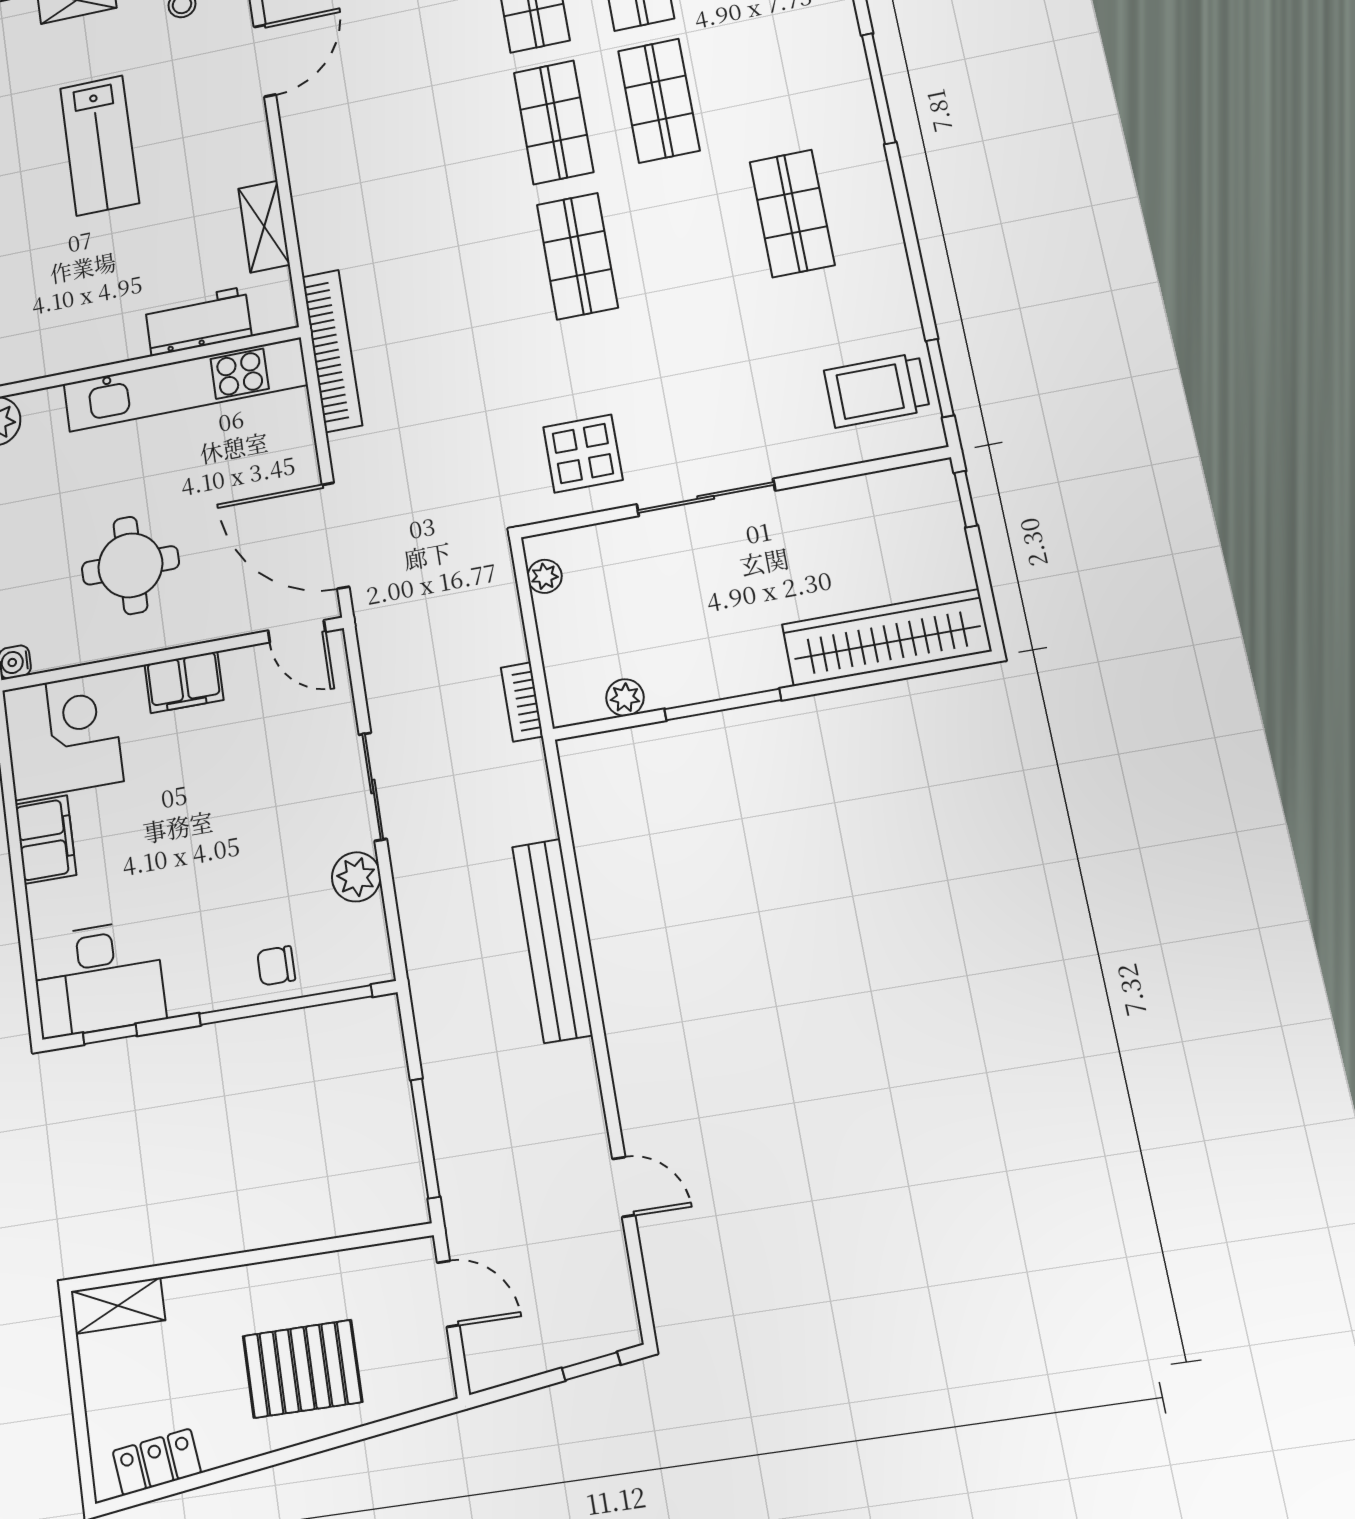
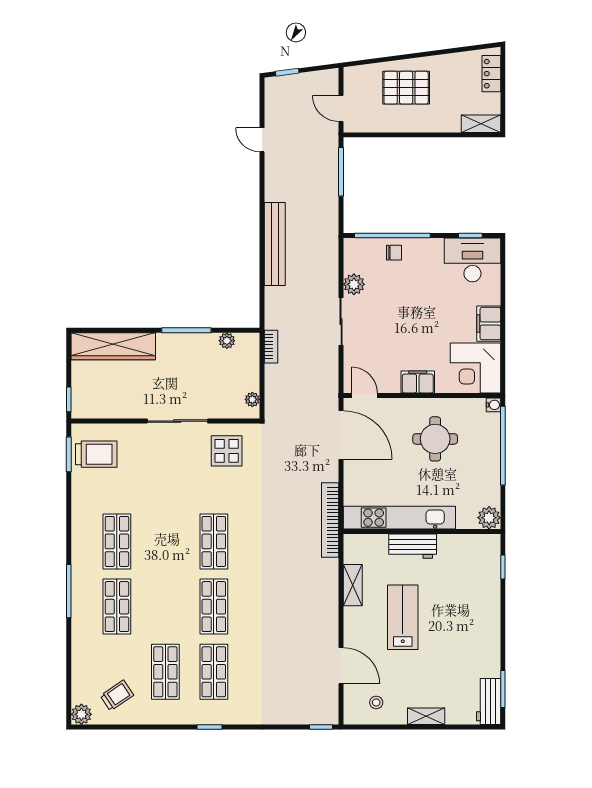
door: (265, 61) -> (341, 666), swing flipped
shop shelf: (659, 101) -> (117, 607), moved
lab bench: (99, 145) -> (403, 617), moved
workbench: (198, 321) -> (413, 546), moved
locker: (157, 1462) -> (491, 74), moved, turned 97

